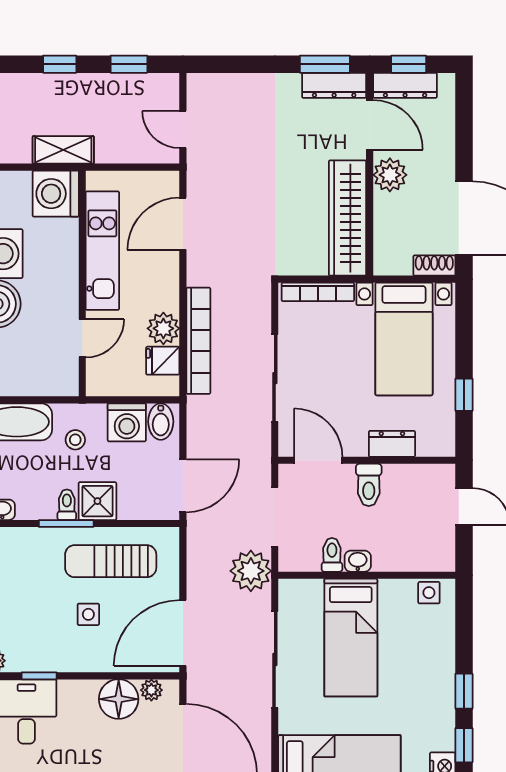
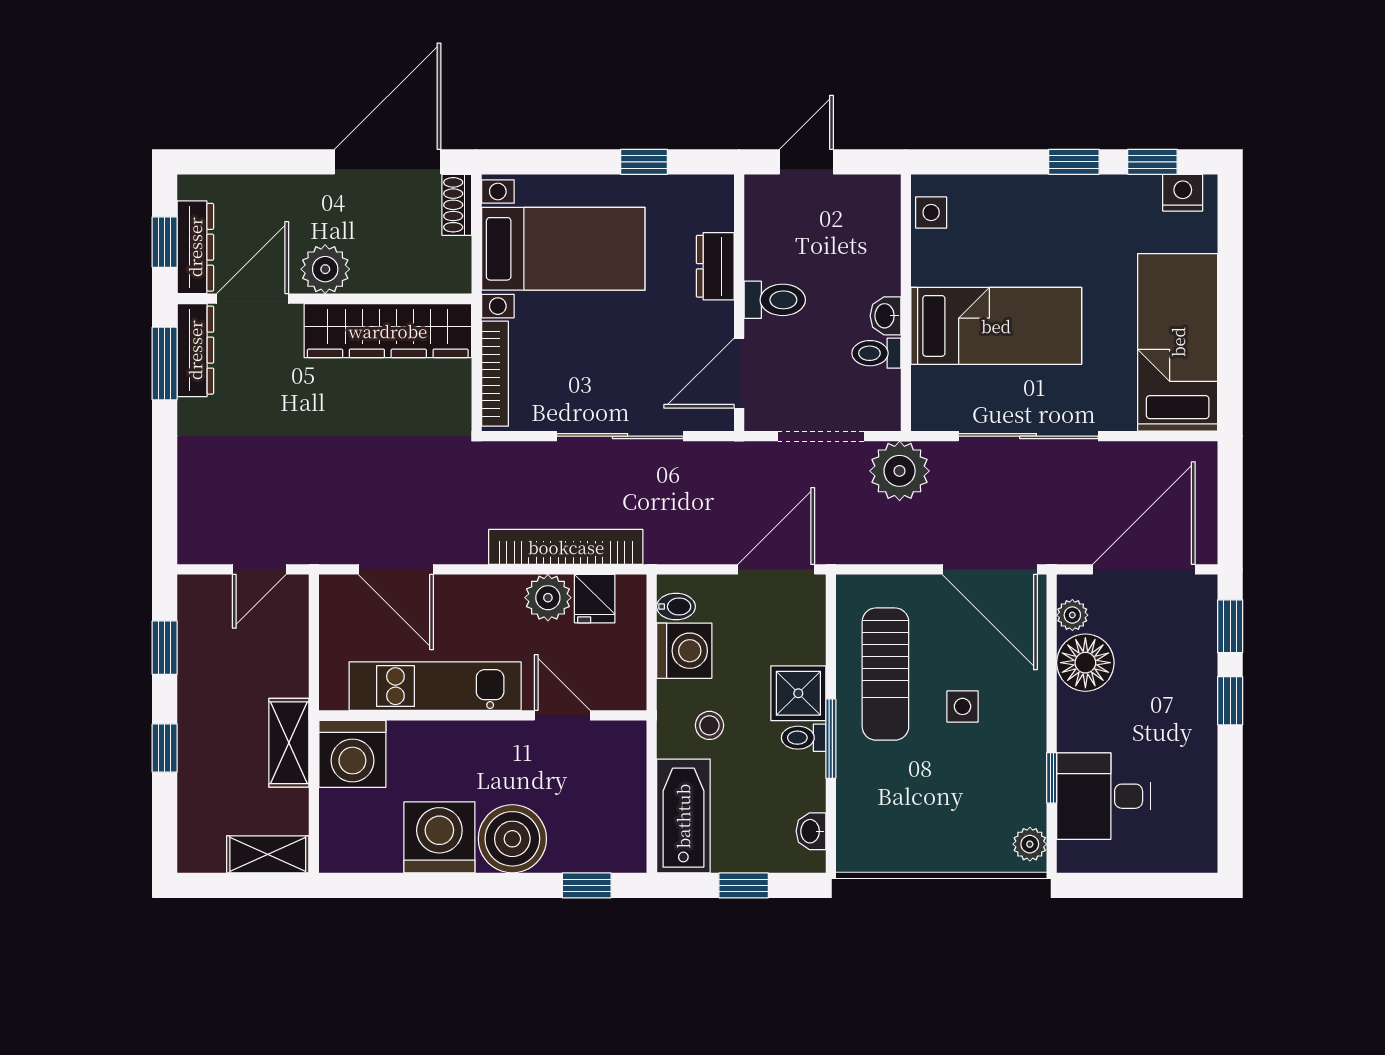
bidet: (161, 422) -> (676, 607), width x0.72, depth x0.74
door: (183, 486) -> (776, 569), hinge flipped

